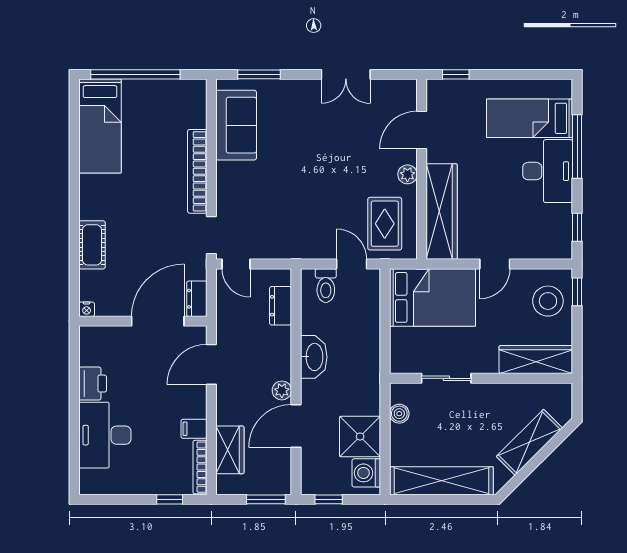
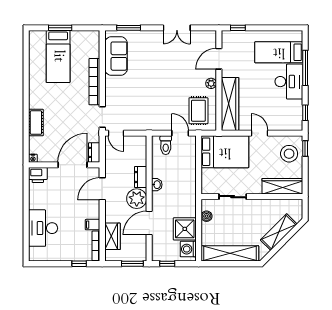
window: (135, 74) -> (60, 28), width x0.47
bed: (100, 126) -> (58, 56), moved
door: (495, 264) -> (260, 133), swing flipped
dresser: (281, 306) -> (141, 177), moved
washbasin: (314, 357) -> (157, 185), width x0.52, depth x0.69
printer: (93, 384) -> (38, 175), moved, turned 90
plant: (282, 390) -> (137, 199), width x1.88, depth x1.88

